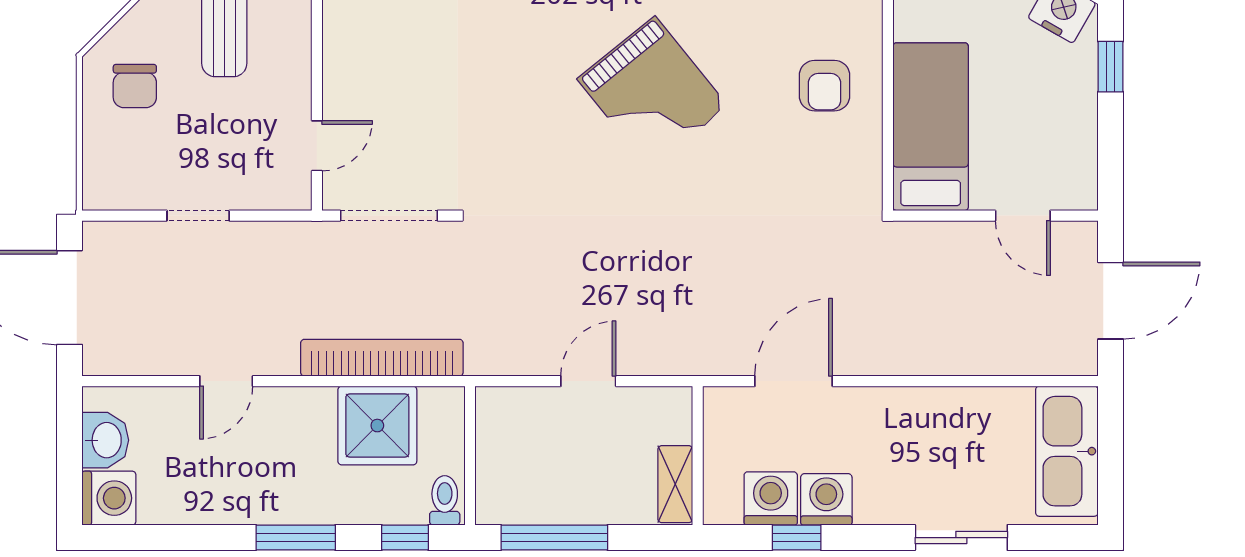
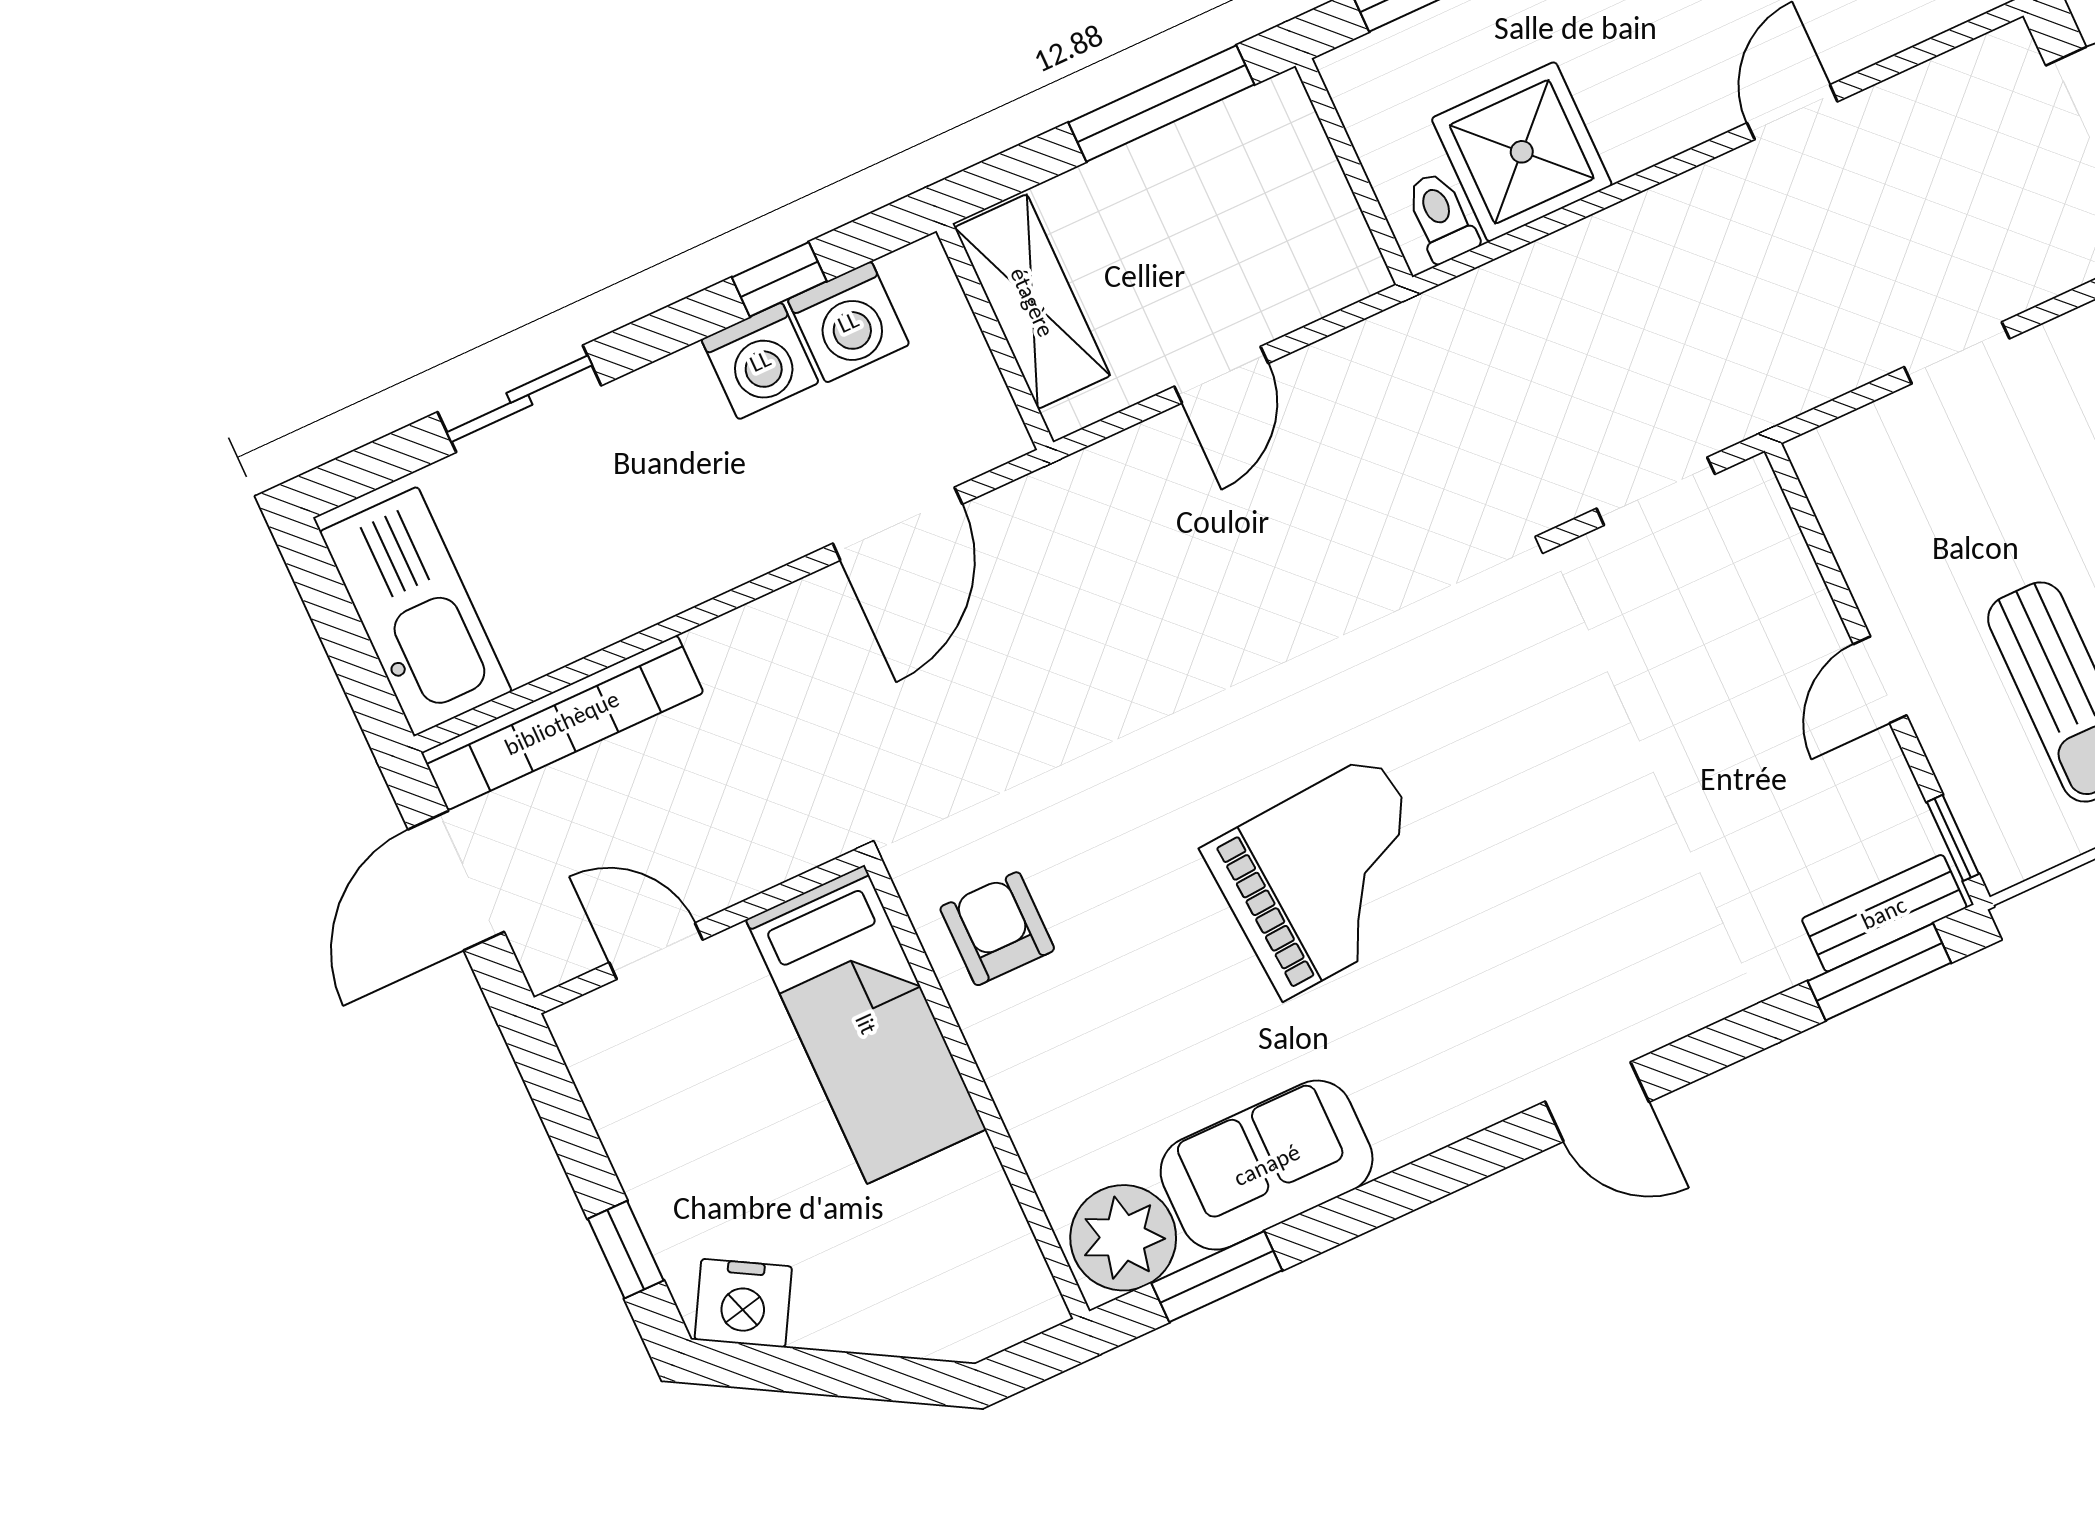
armchair: (825, 86) -> (997, 929), moved
grand piano: (652, 92) -> (1329, 877), turned 125
door: (317, 146) -> (1880, 680), moved
doorway: (389, 216) -> (1656, 491), width x0.73
bookcase: (382, 358) -> (562, 723), moved
shelving: (675, 484) -> (1032, 302), width x1.50, depth x1.33
toilet: (445, 500) -> (1441, 217), moved, turned 180

